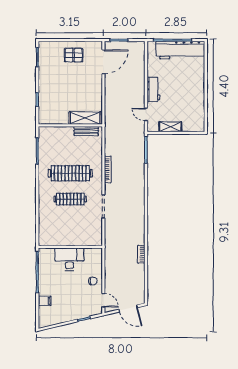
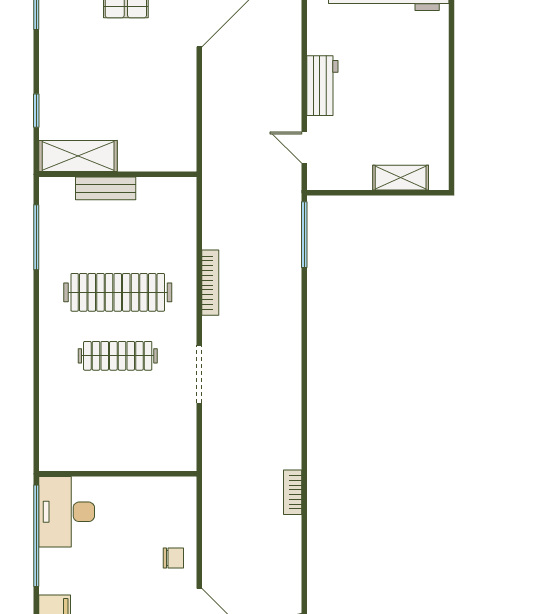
shelving: (85, 118) -> (78, 156), moved
shelving: (170, 127) -> (401, 178), moved
bench: (86, 131) -> (106, 188), moved
desk: (69, 259) -> (67, 512), moved, turned -90

